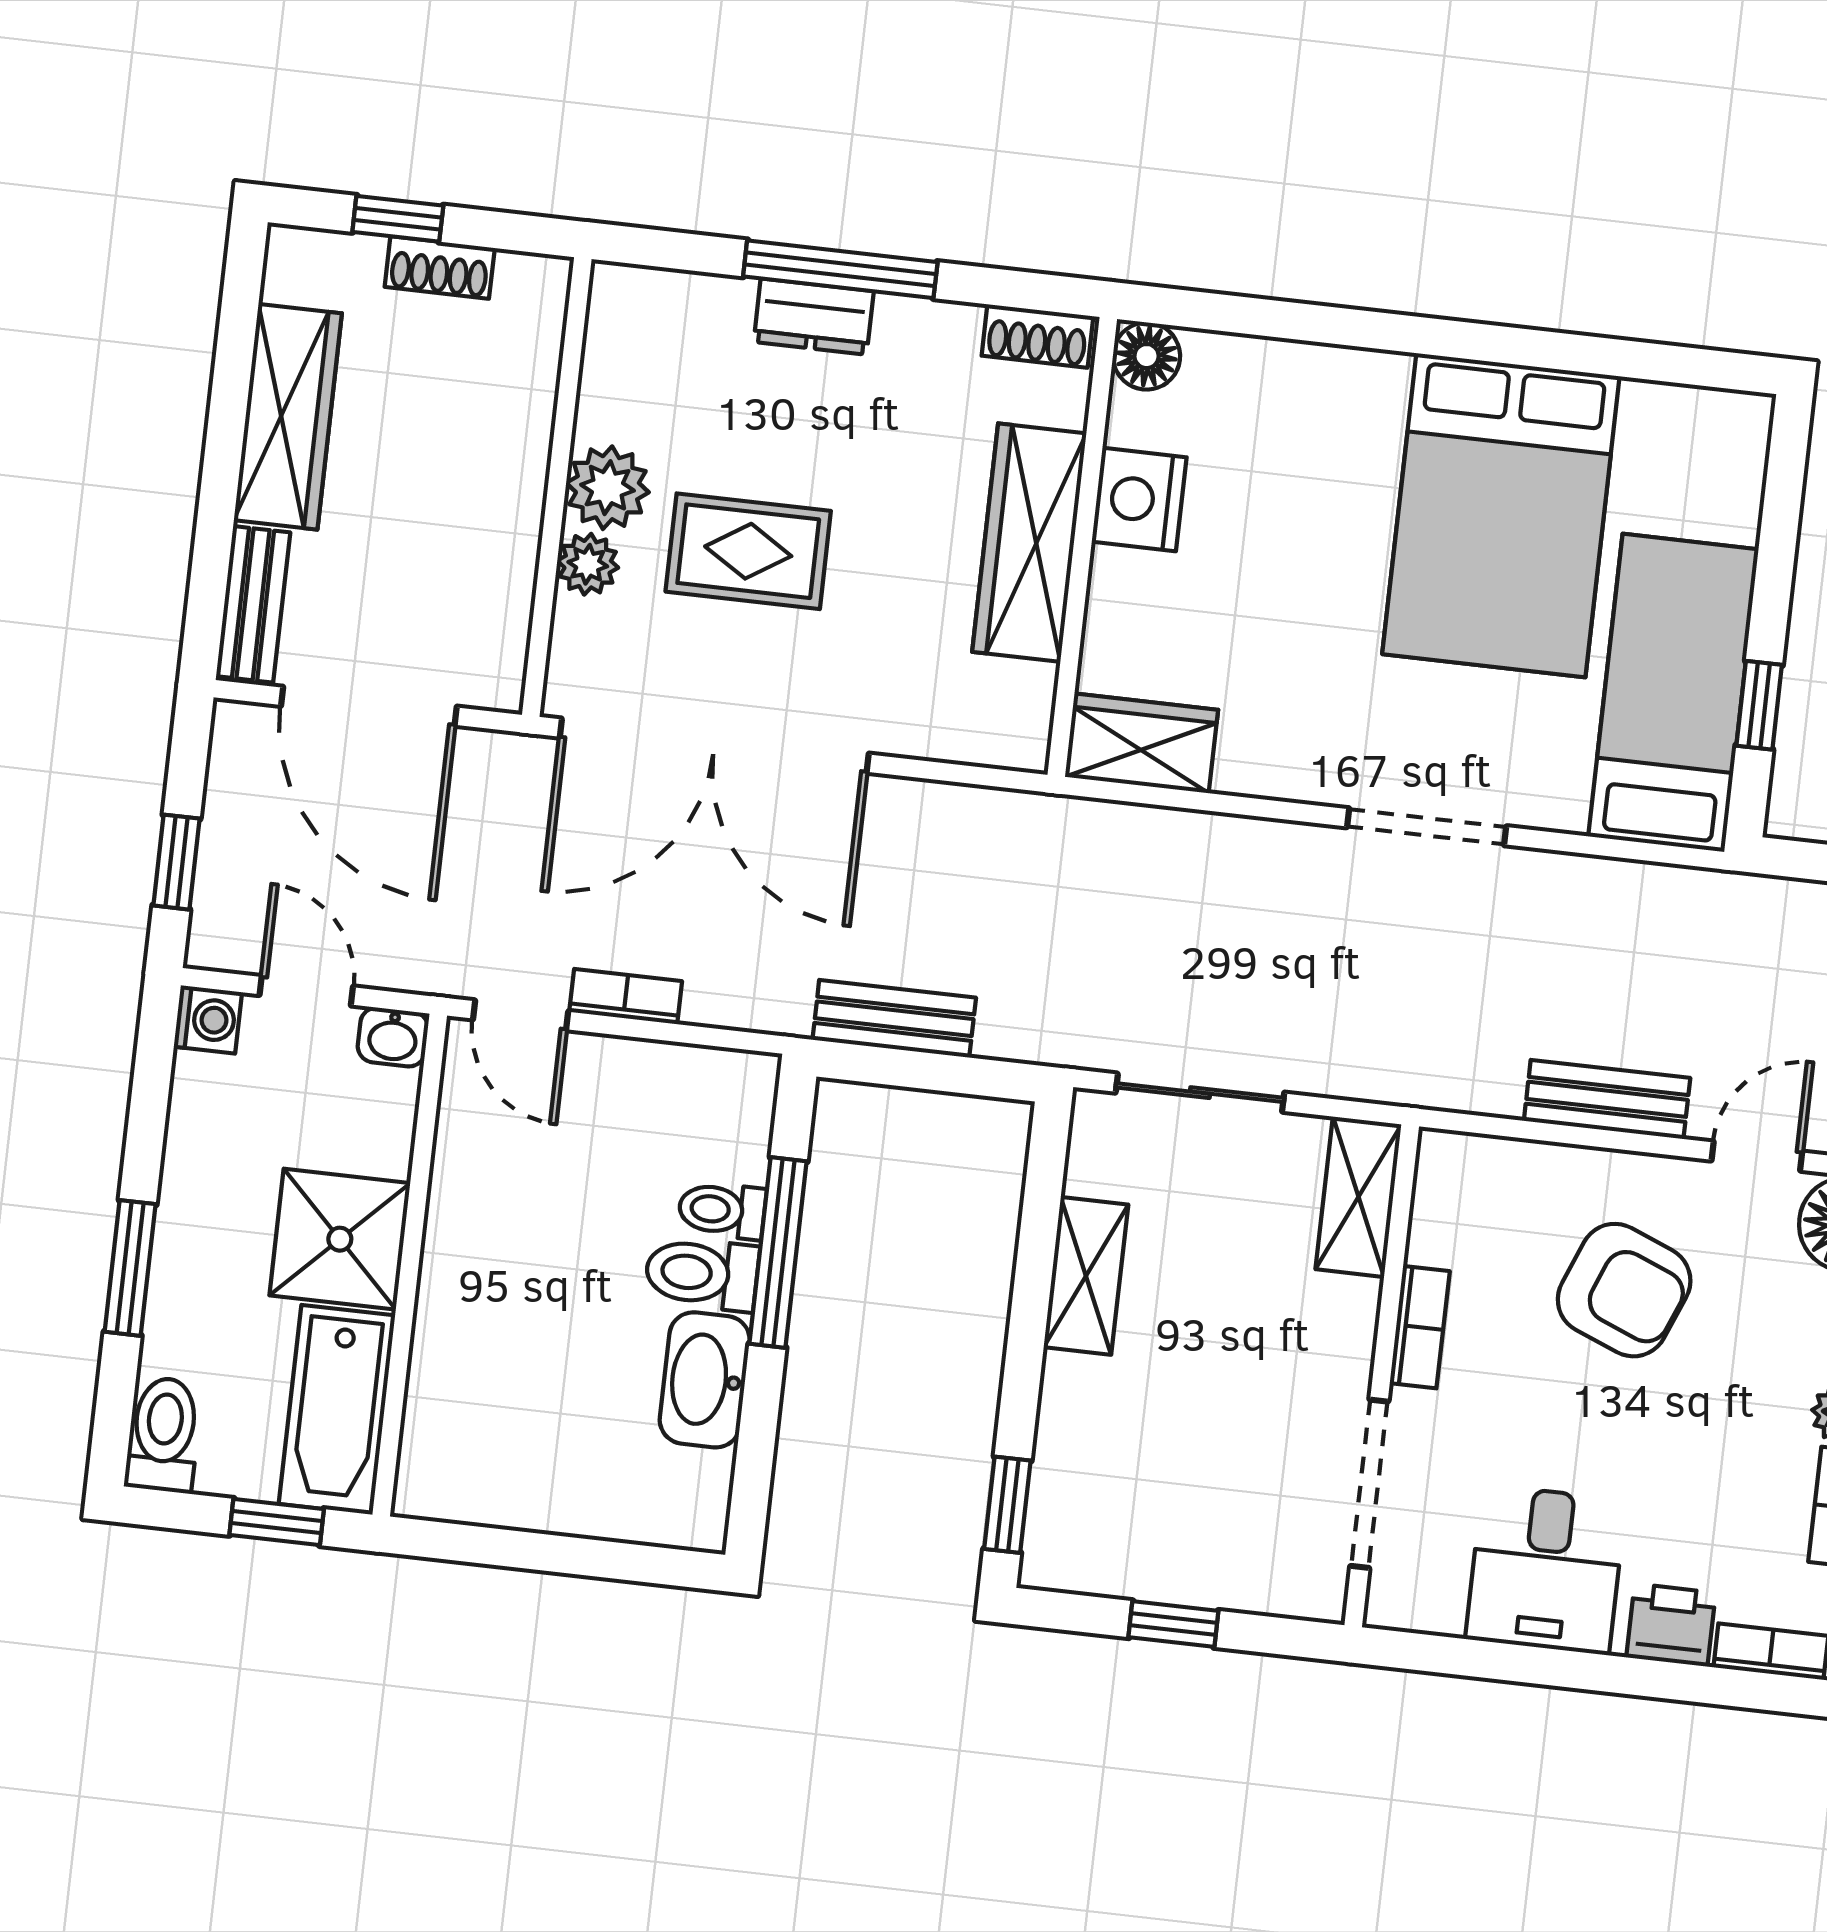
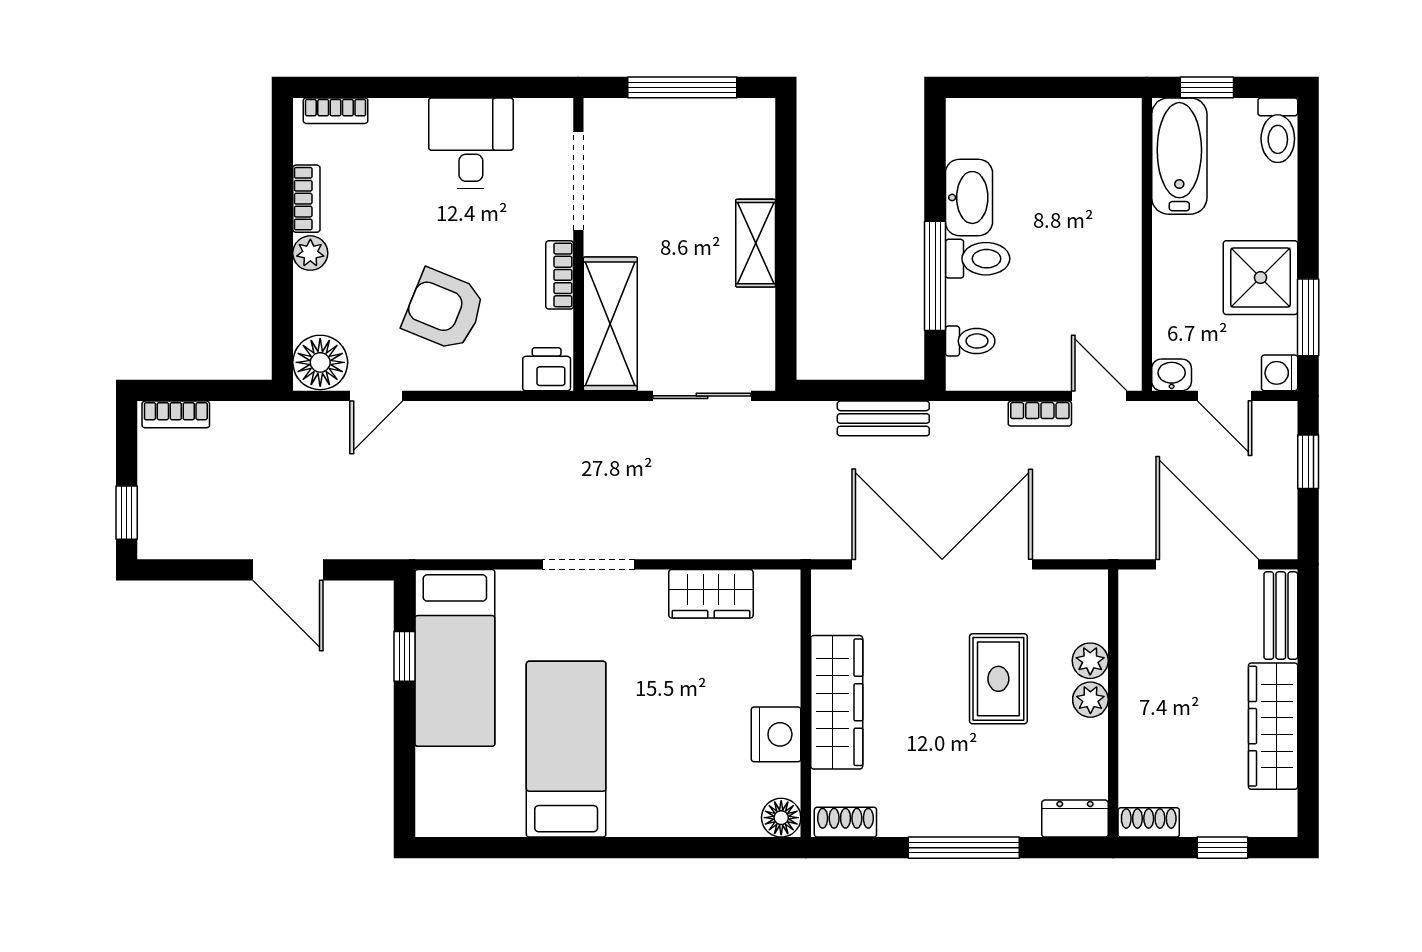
shoe rack: (440, 267) -> (1149, 822), moved
dresser: (814, 317) -> (1075, 819), moved
plant: (607, 488) -> (1090, 700), width x0.73, depth x0.73
bed: (1501, 515) -> (566, 749), width x0.67
rug: (748, 551) -> (998, 679), turned 90
wardrobe: (1142, 743) -> (711, 594), moved
double door: (714, 746) -> (942, 564), moved
bench: (1607, 1099) -> (466, 419), removed
shelving: (1358, 1197) -> (610, 324), width x1.50, depth x1.33
toilet: (722, 1210) -> (970, 341), moved
shower: (340, 1239) -> (1260, 278), moved
window: (130, 1268) -> (1308, 317), moved
shelving: (1086, 1276) -> (756, 243), moved
window: (1007, 1505) -> (786, 145), removed
window: (1173, 1624) -> (682, 87), width x2.17
printer: (1671, 1625) -> (547, 369), moved, turned 180

